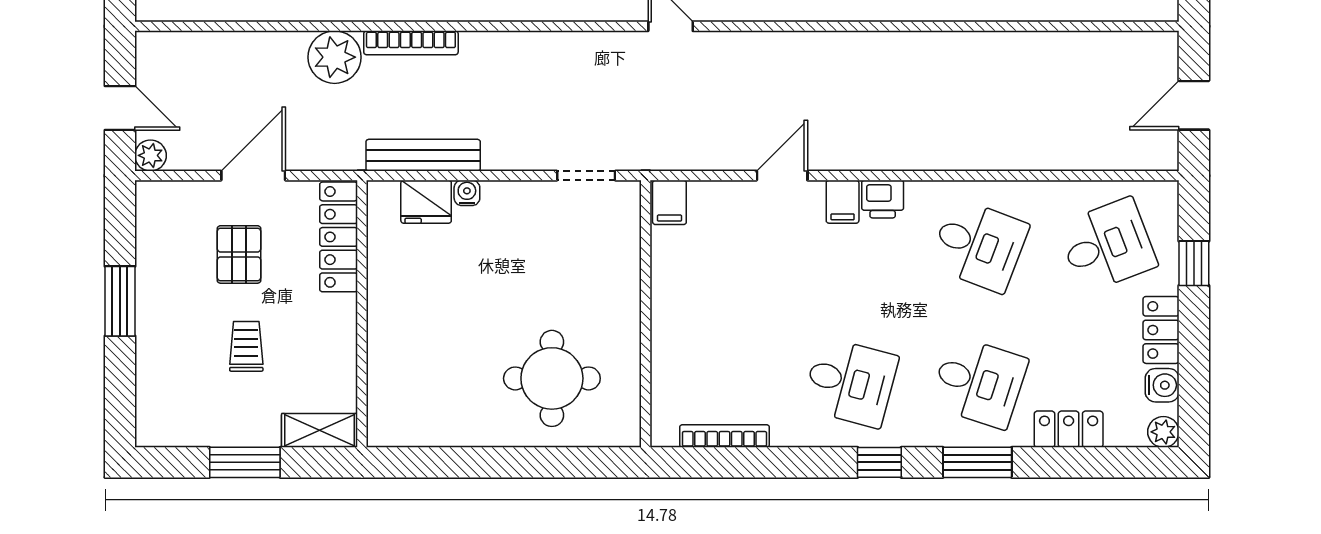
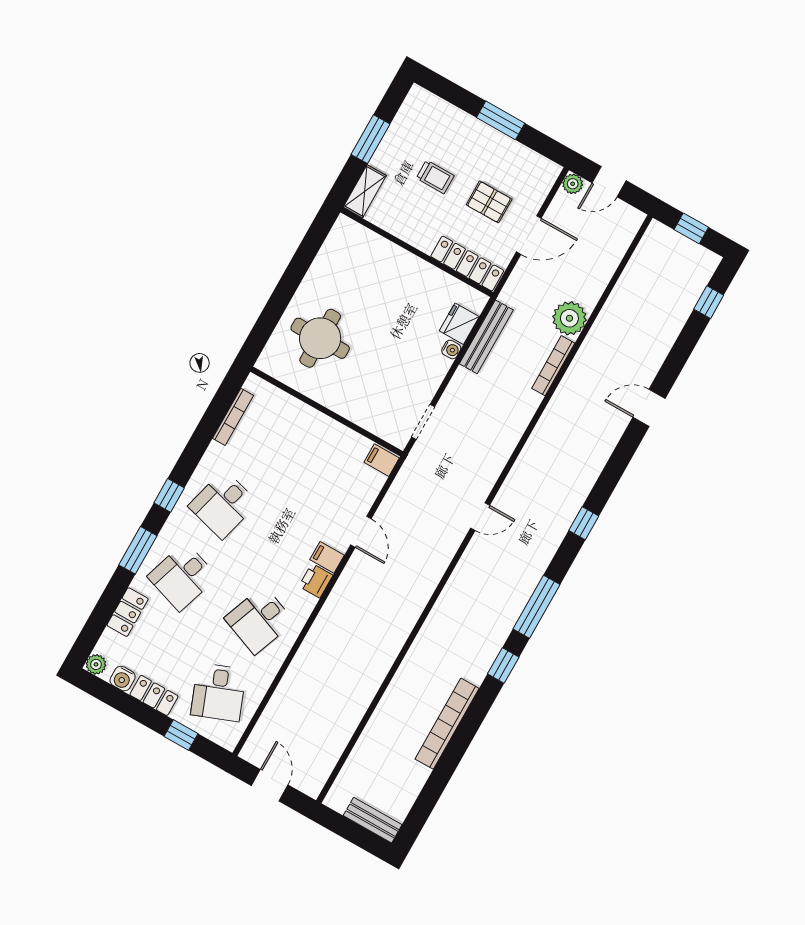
door: (253, 176) -> (529, 235), hinge flipped

